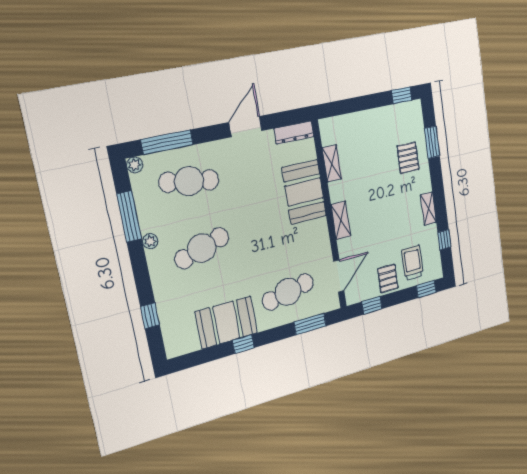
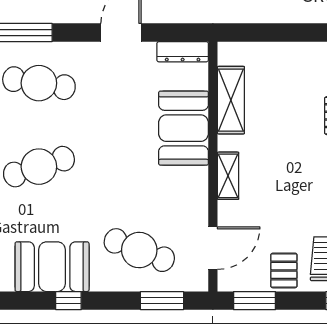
shelving: (332, 163) -> (231, 100), width x1.50, depth x1.33
cafe table: (288, 292) -> (139, 250), turned 33
window: (372, 305) -> (254, 301), width x1.50

